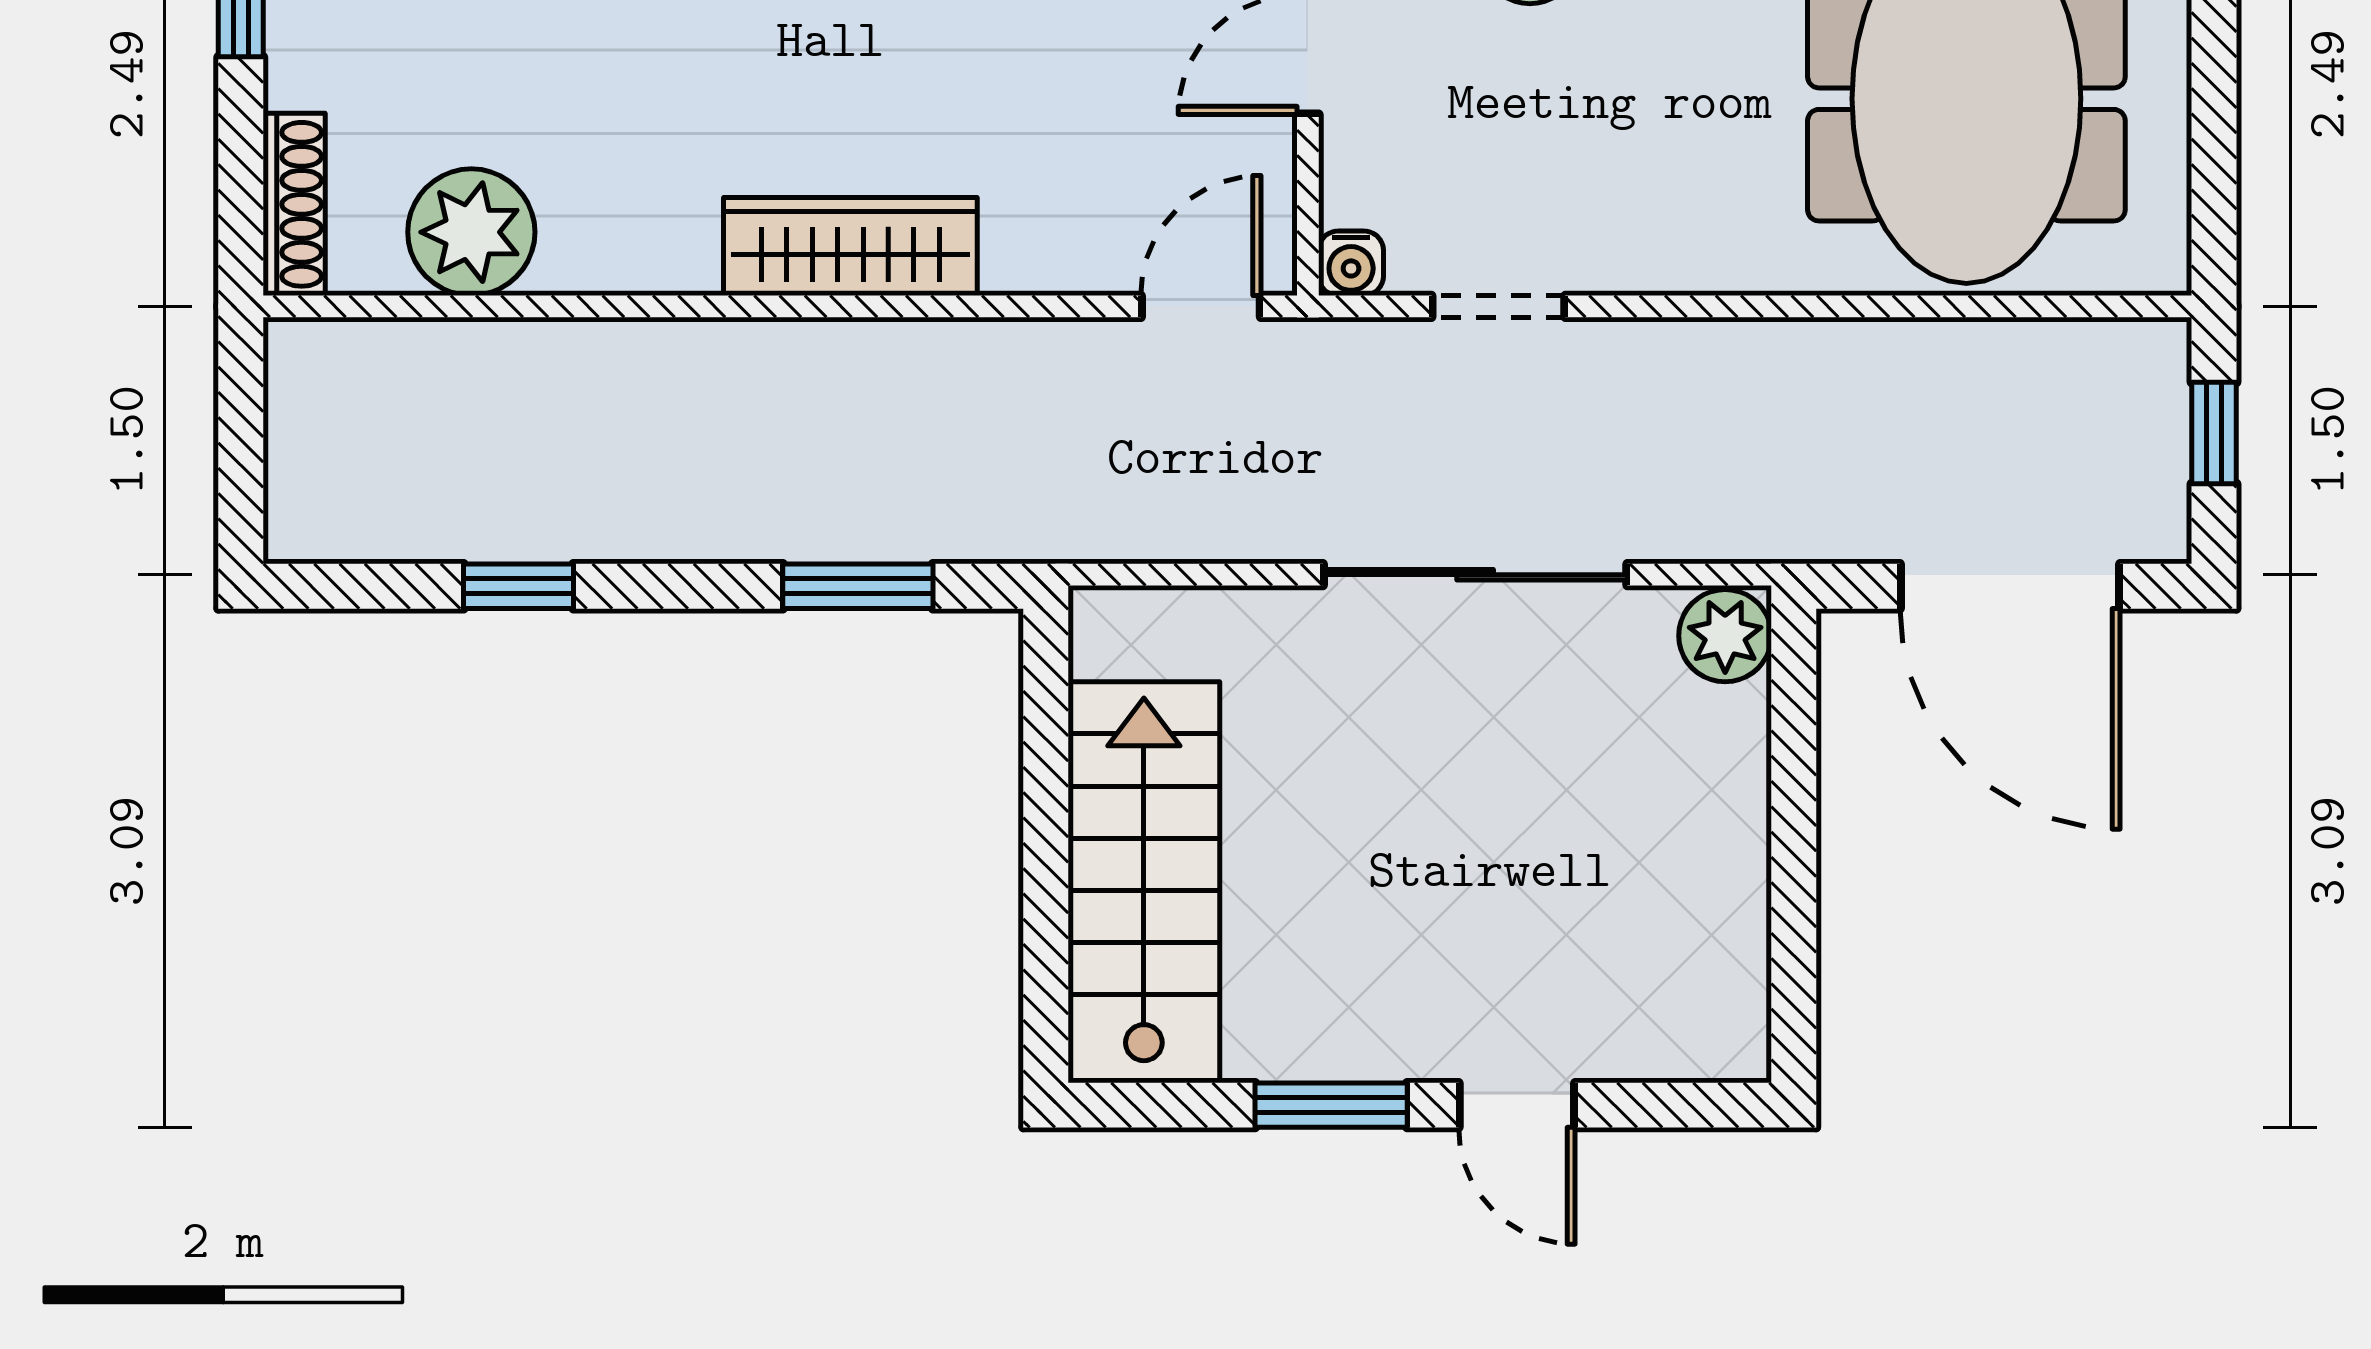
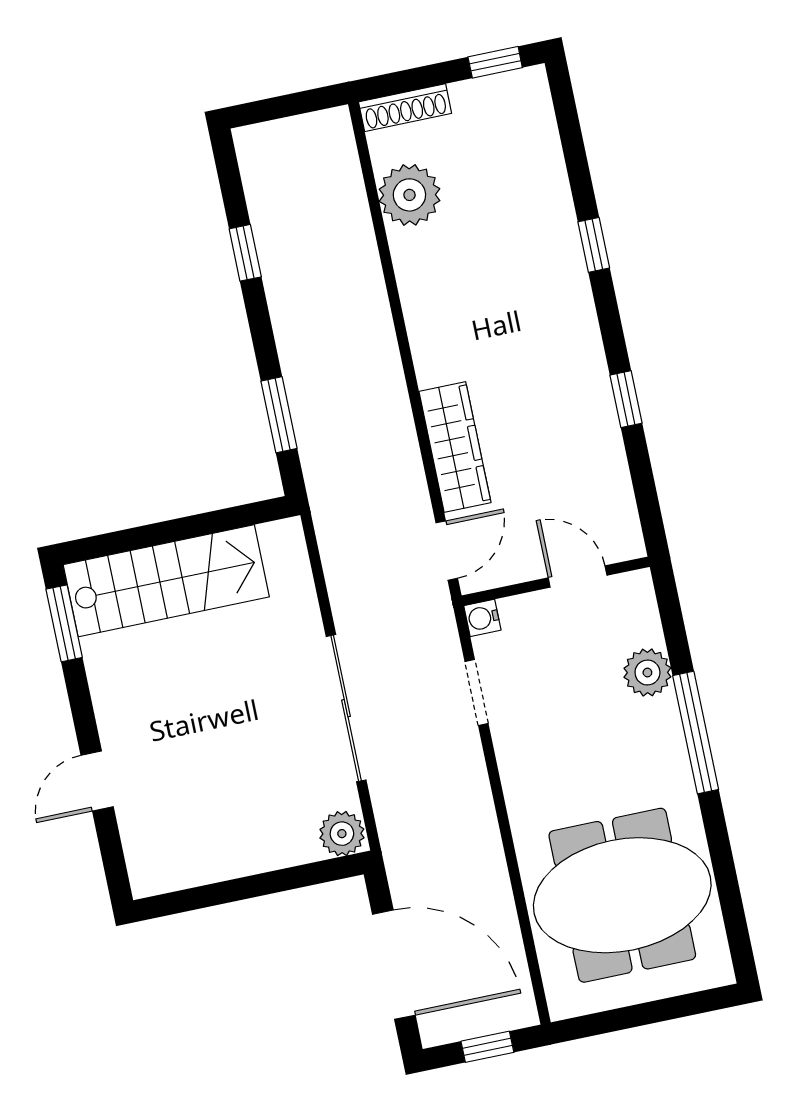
wardrobe: (850, 247) -> (455, 447), moved
door: (1201, 306) -> (447, 551), hinge flipped
door: (2010, 586) -> (394, 965), swing flipped
window: (1331, 1105) -> (64, 623), moved

